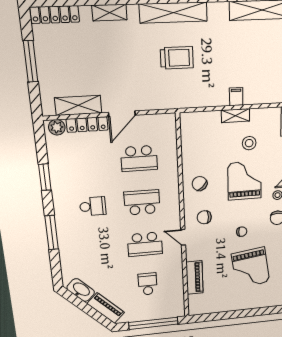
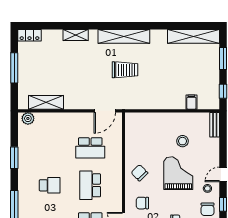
locker: (55, 15) -> (30, 35), width x0.66
filing cabinet: (236, 97) -> (191, 102), moved
door: (122, 114) -> (105, 111), moved
shelving: (235, 116) -> (171, 118), removed
locker: (87, 125) -> (51, 118), removed
school desk: (142, 202) -> (90, 185), turned -90

